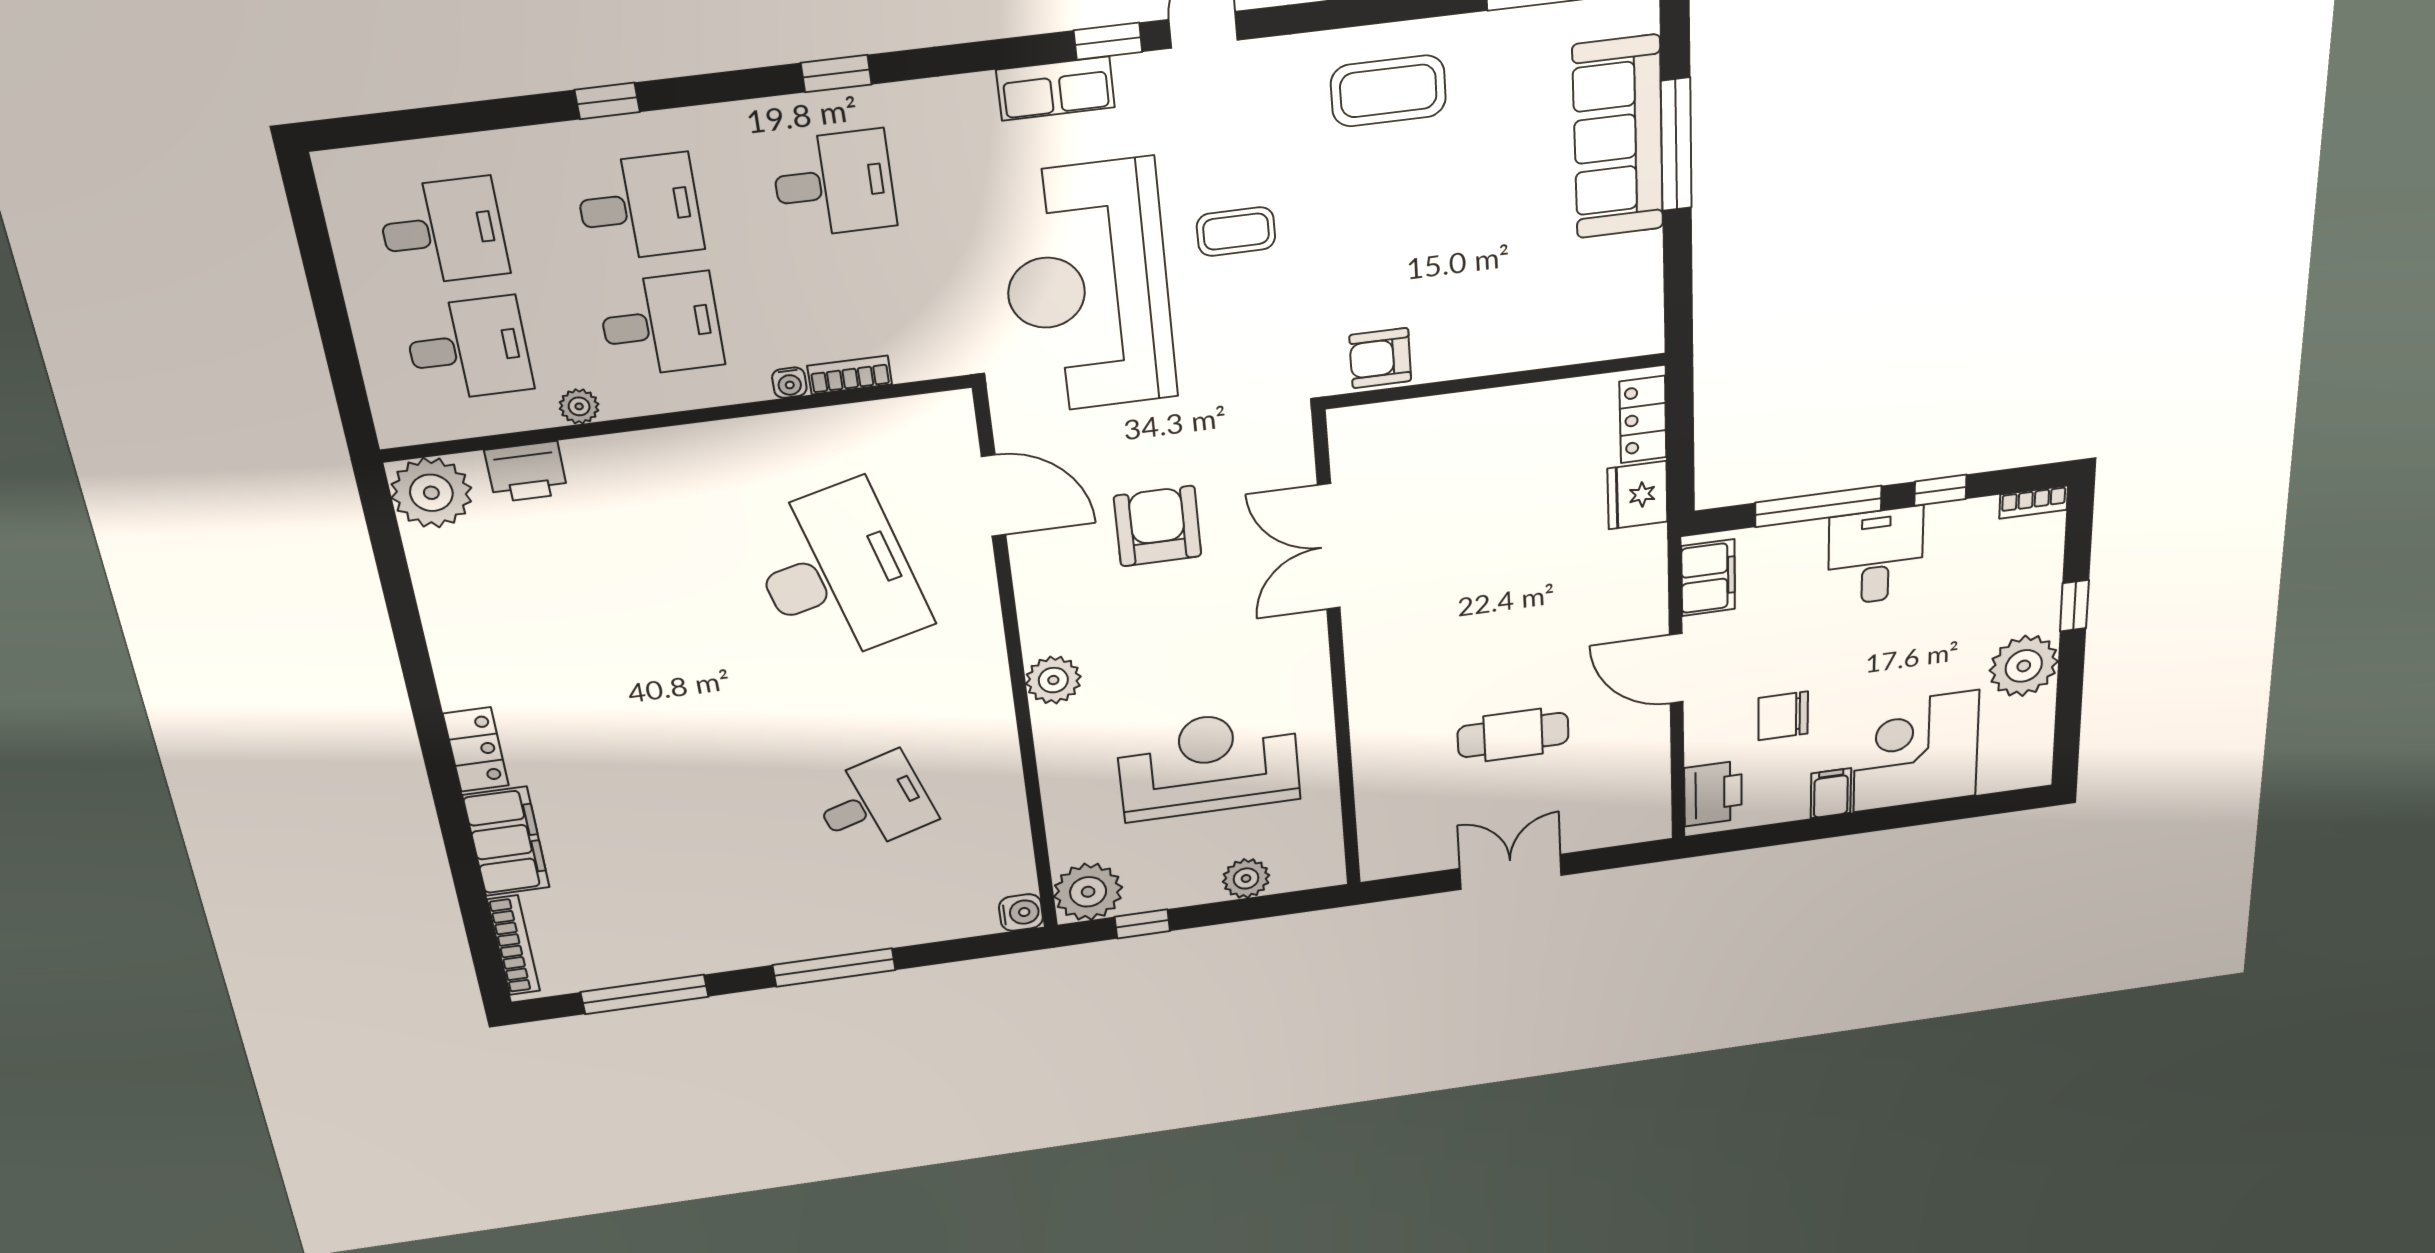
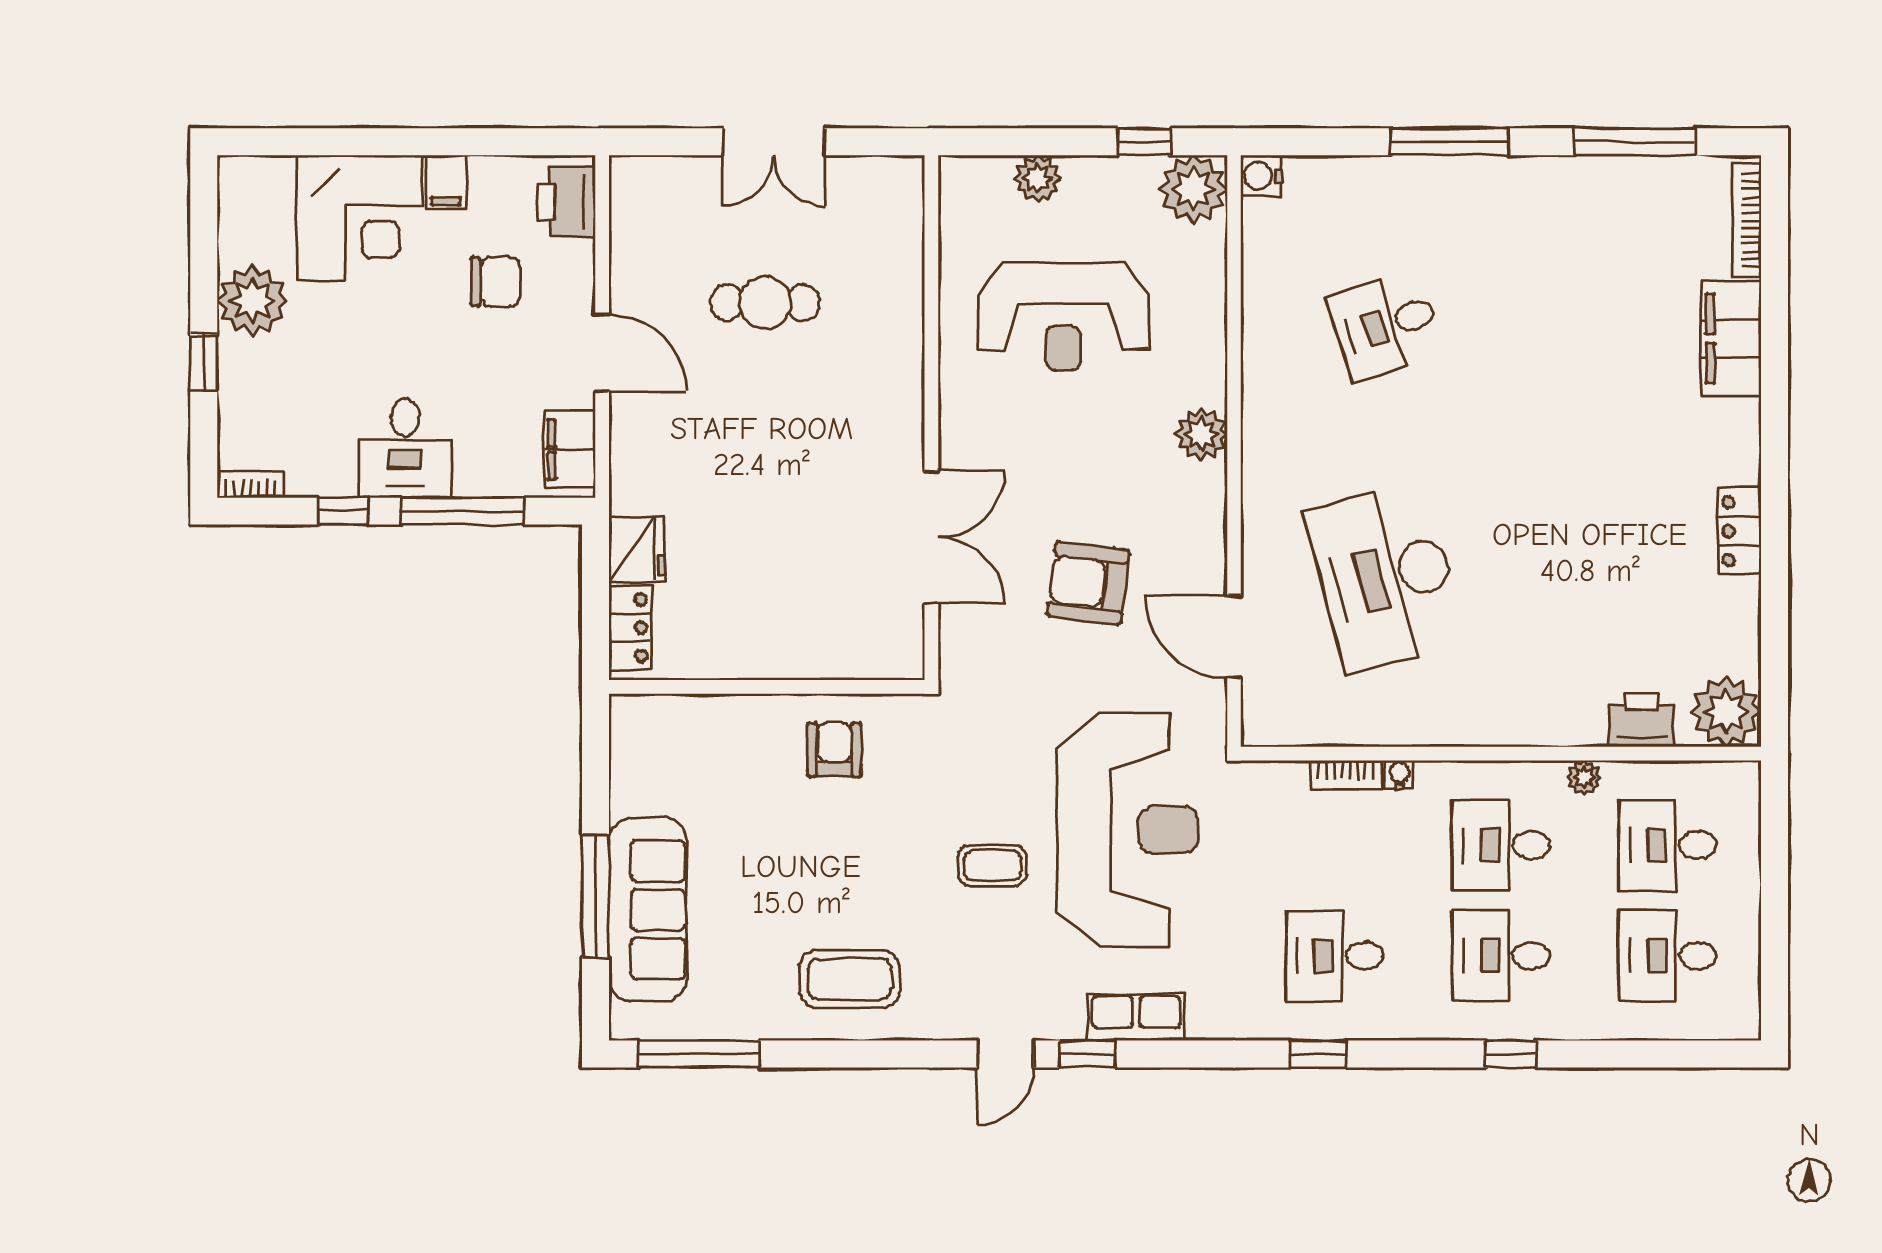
armchair: (1380, 358) -> (834, 750), moved, turned -90
armchair: (1158, 526) -> (1088, 583), turned 97
locker: (476, 750) -> (1739, 531), moved

